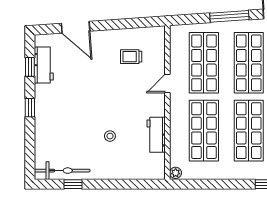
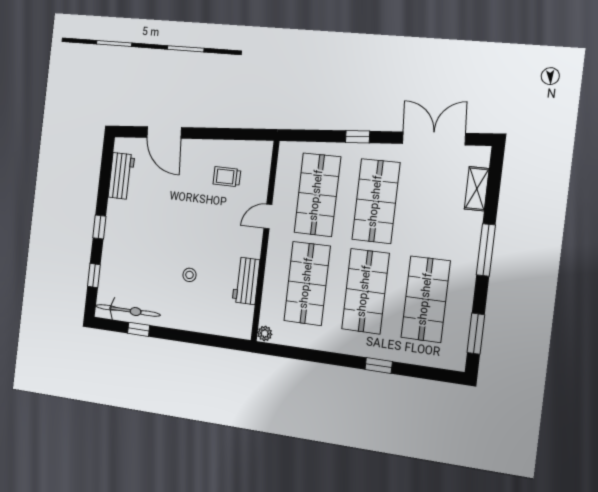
window: (229, 16) -> (358, 137), width x0.46
window: (30, 67) -> (94, 275), moved

